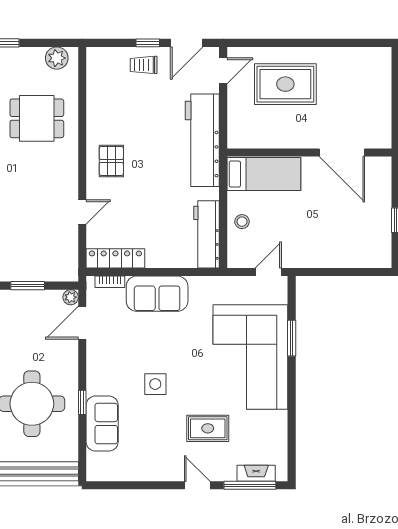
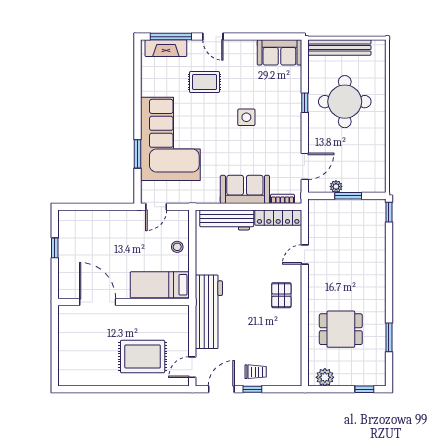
workbench: (207, 234) -> (227, 220), moved, turned 90
plant: (71, 297) -> (336, 187), moved
sofa: (102, 424) -> (279, 52), moved, turned -90
fireplace: (256, 473) -> (166, 48), width x1.37, depth x1.32

